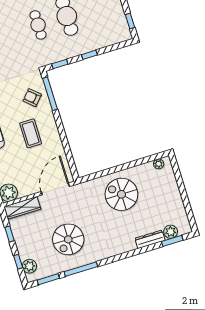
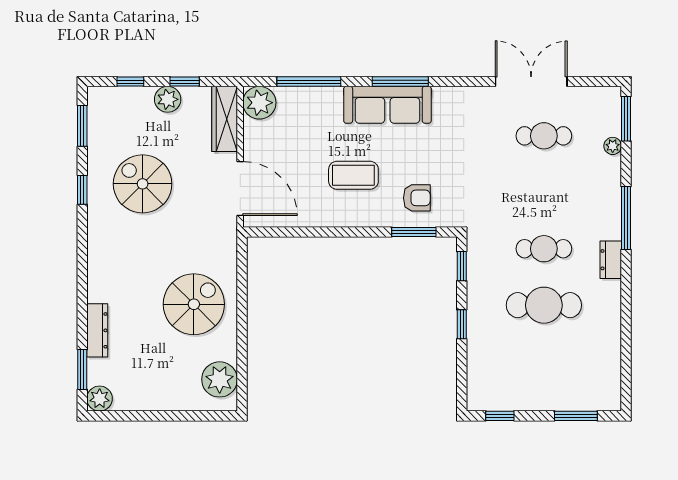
window: (50, 94) -> (414, 232), width x0.69
armchair: (32, 98) -> (417, 198), turned 48
plant: (159, 164) -> (220, 379), width x1.87, depth x1.87
plant: (171, 232) -> (100, 399), moved
plant: (29, 266) -> (168, 99), moved
window: (81, 269) -> (82, 190), width x0.46

